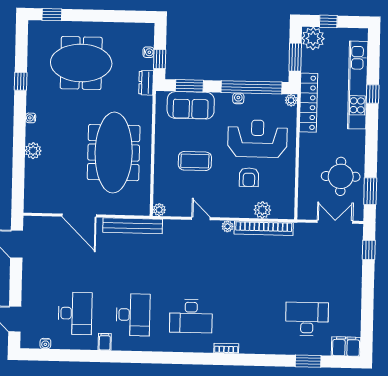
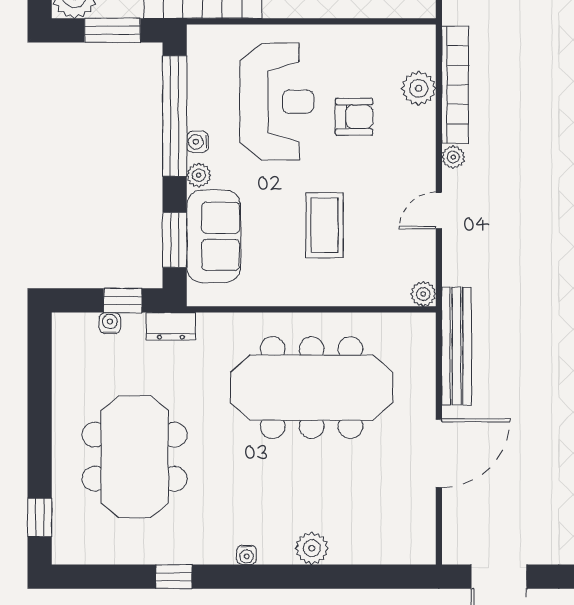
plant: (291, 100) -> (199, 175), moved
reception desk: (257, 139) -> (277, 102), turned 180

